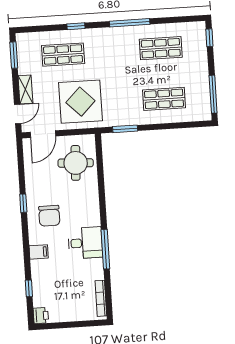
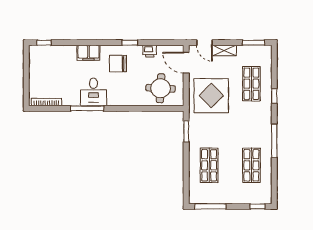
filing cabinet: (39, 252) -> (88, 53), width x2.00
window: (29, 288) -> (44, 43), moved
printer: (41, 316) -> (150, 51), moved

